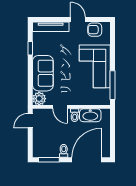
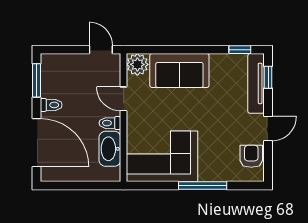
window: (47, 20) -> (268, 77), added
window: (30, 48) -> (240, 50), moved
corner sofa: (95, 66) -> (162, 156), moved
window: (113, 85) -> (203, 186), moved
door: (60, 107) -> (124, 99), hinge flipped

